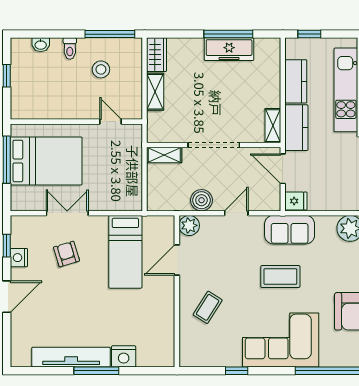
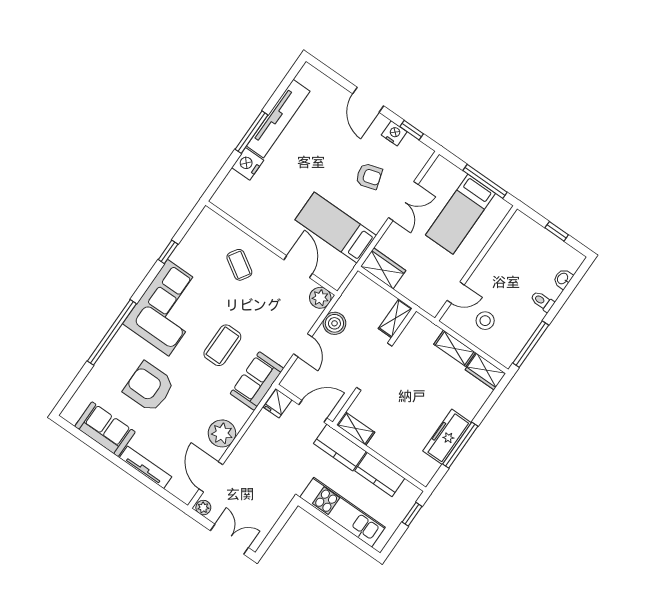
stool: (101, 69) -> (485, 321), moved
bed: (46, 161) -> (460, 214), width x0.67
wardrobe: (131, 192) -> (383, 268), added

